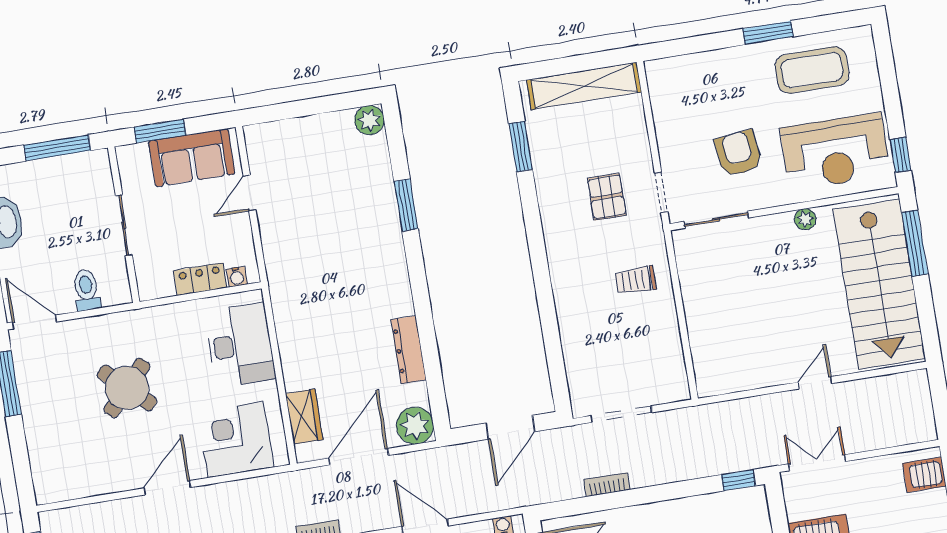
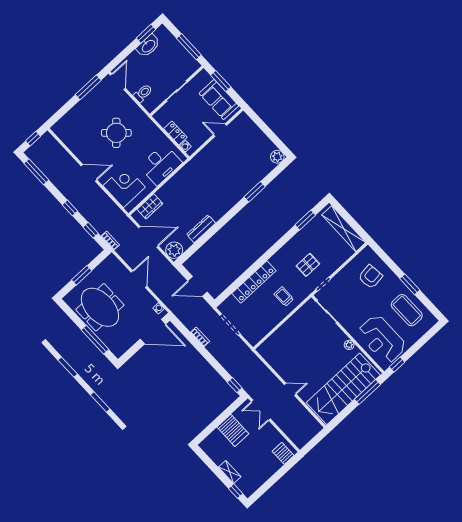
armchair: (738, 153) -> (370, 277), moved
locker: (572, 318) -> (254, 282), added
double door: (817, 463) -> (261, 410), swing flipped

